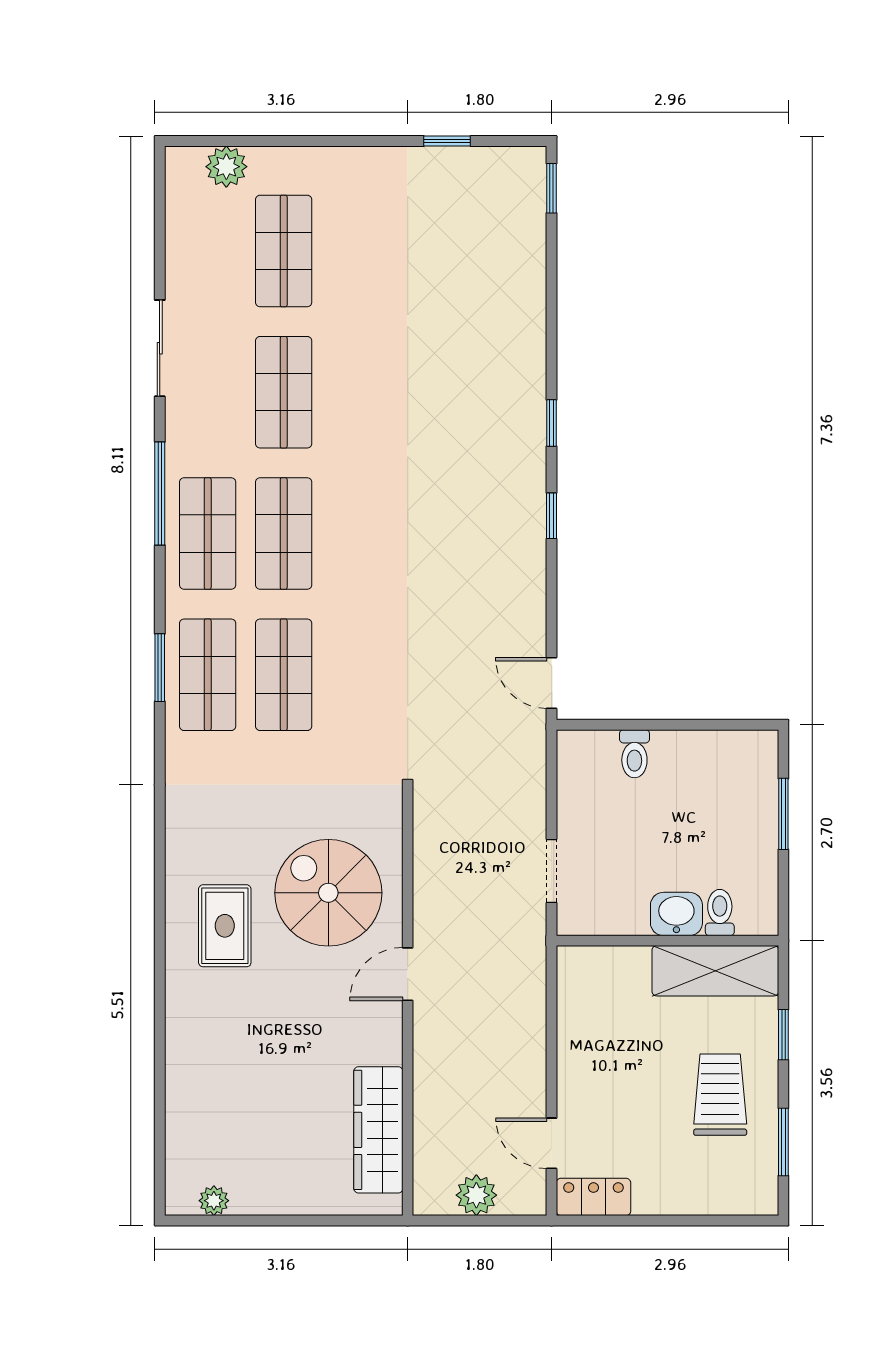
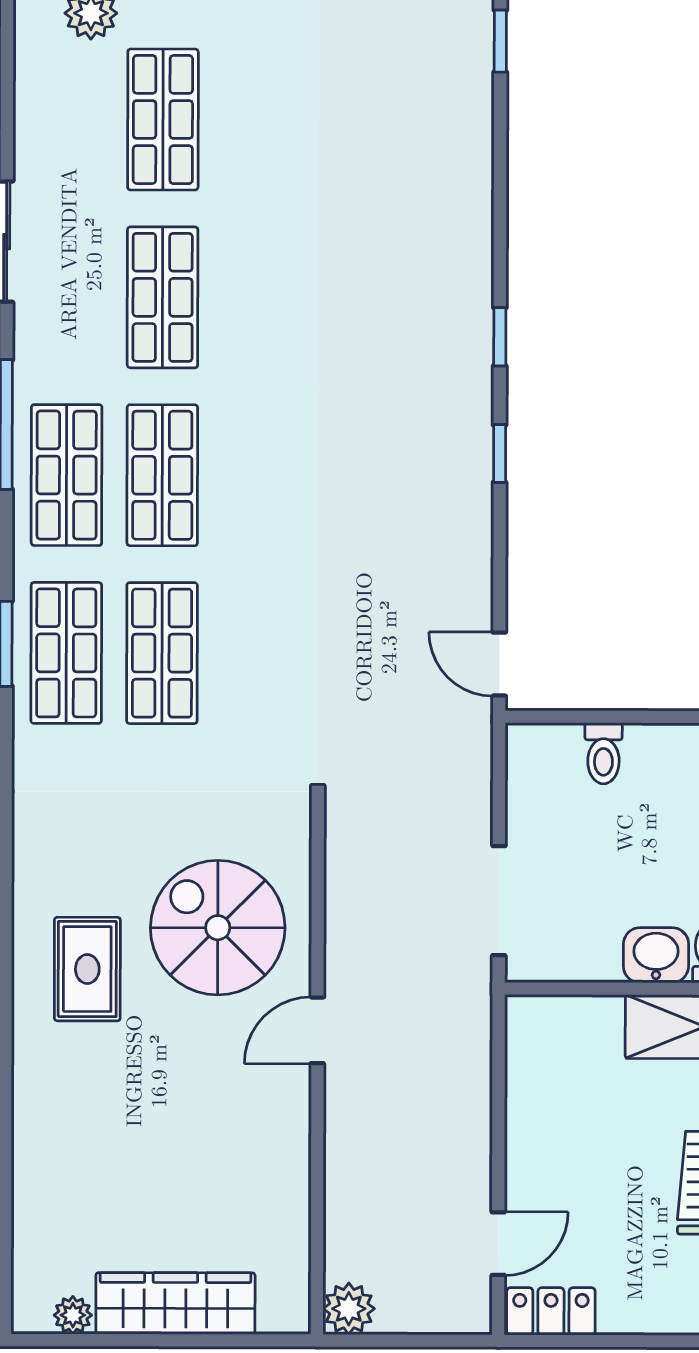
doorway: (552, 871) -> (499, 901), width x1.38
wardrobe: (378, 1130) -> (175, 1303), moved, turned 90
door: (552, 1143) -> (498, 1244), swing flipped
plant: (476, 1195) -> (349, 1309), moved

